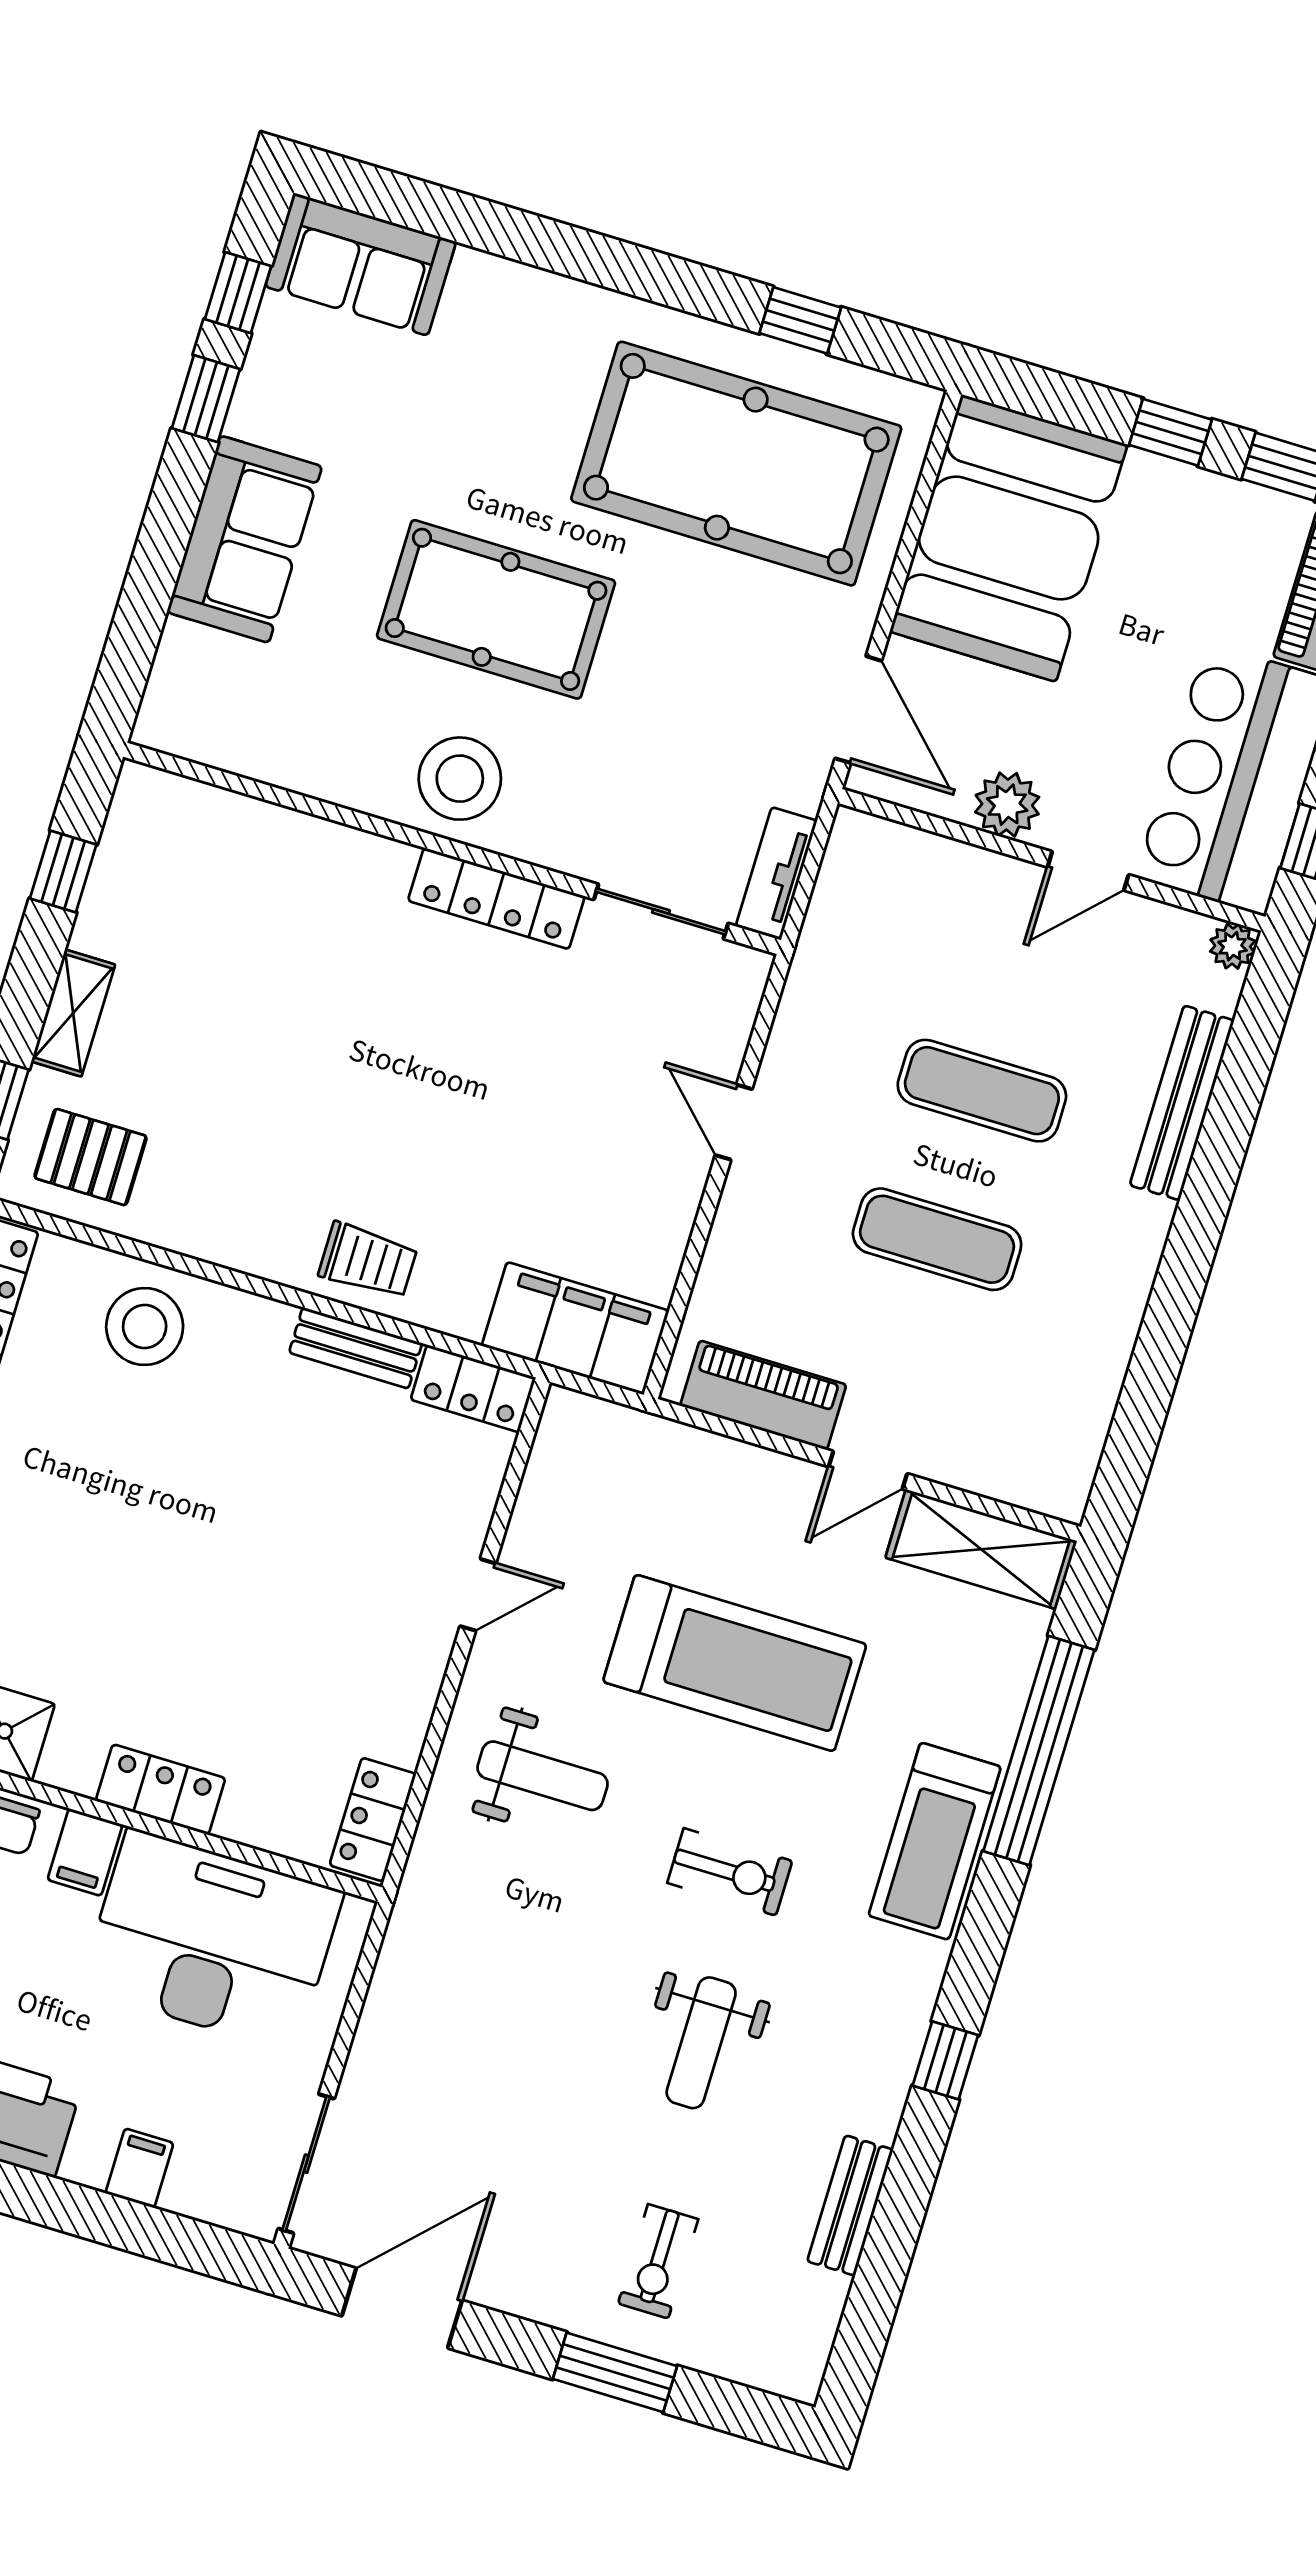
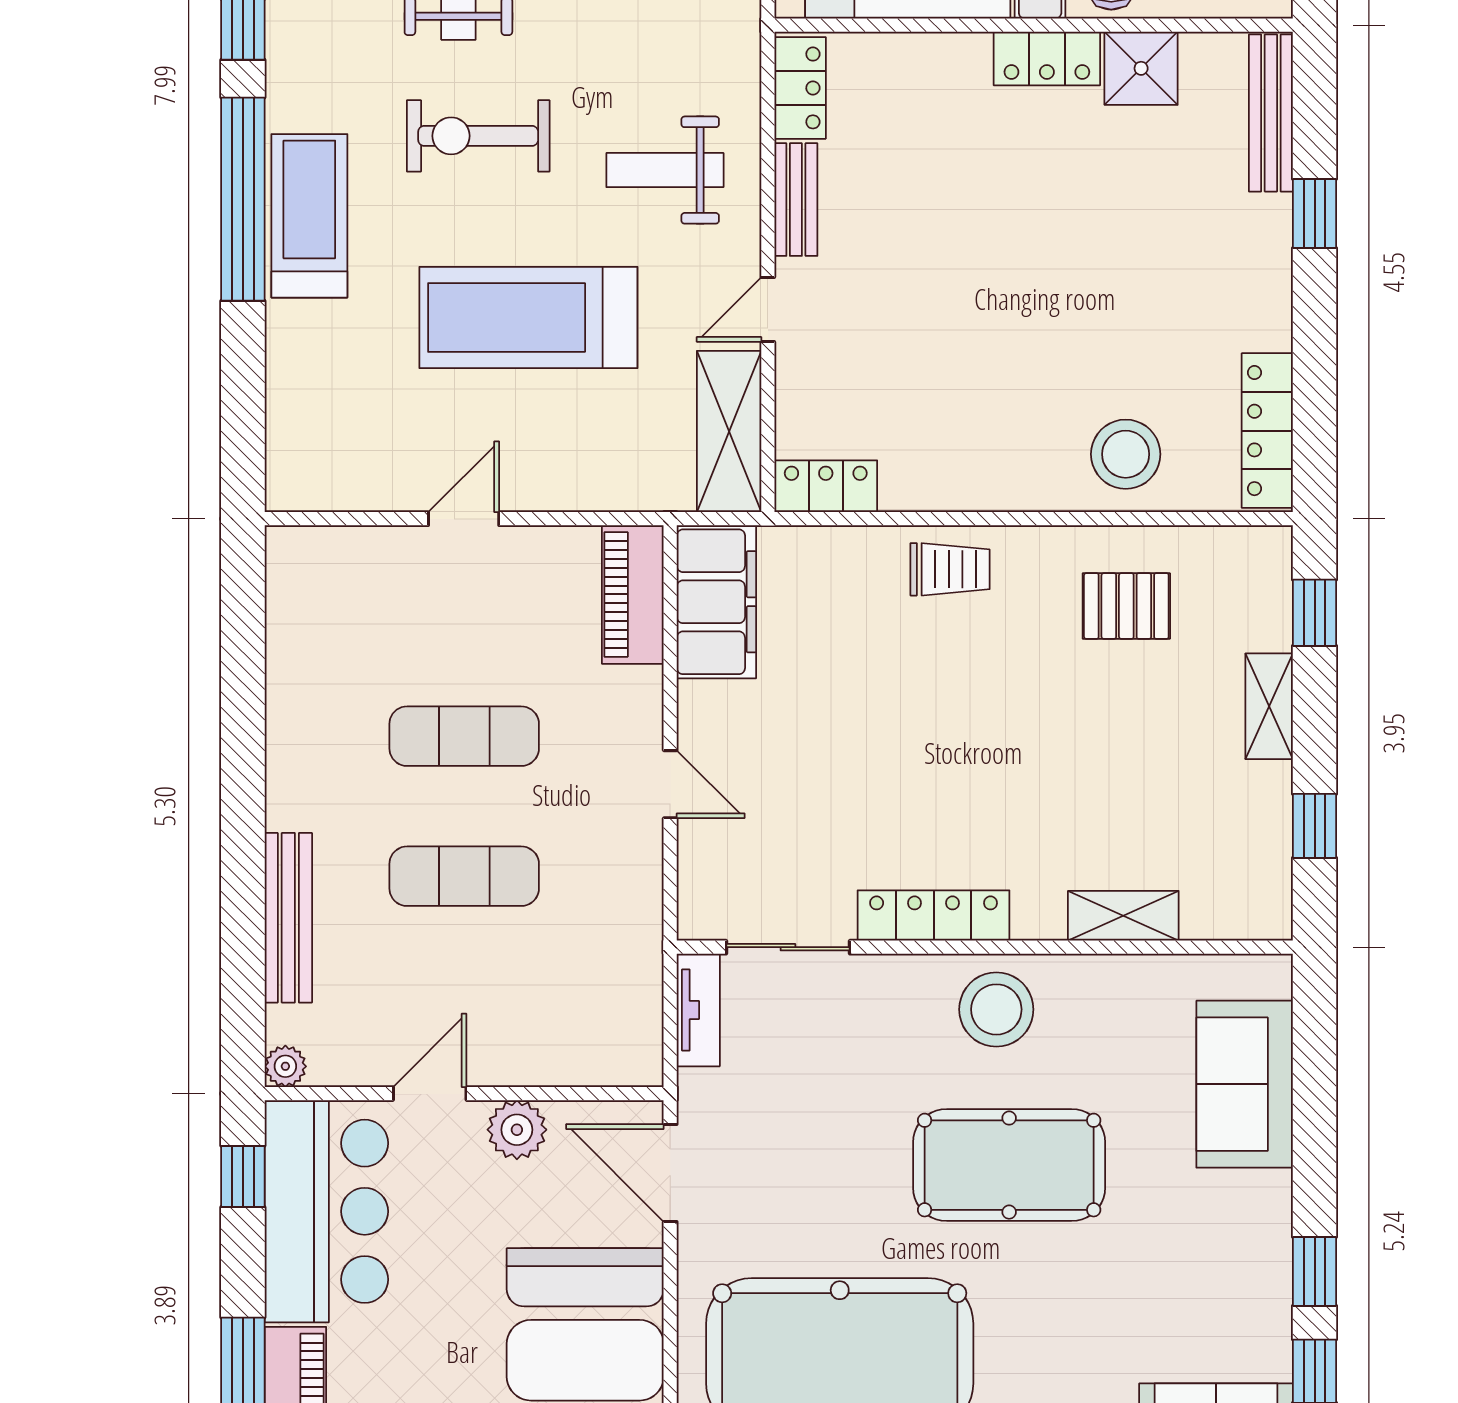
sofa: (245, 539) -> (1245, 1084), moved
shelving: (295, 837) -> (1123, 916), added
pallet: (91, 1157) -> (1126, 606), moved
trolley: (368, 1261) -> (950, 569), turned 180
filing cabinet: (575, 1328) -> (716, 602), moved, turned -90
bench: (356, 1348) -> (796, 200), moved, turned 90
piano: (763, 1395) -> (633, 594), moved, turned 90
shelving: (981, 1549) -> (729, 432), moved, turned 90
window: (1039, 1750) -> (243, 199), moved
locker: (161, 1790) -> (1047, 59), moved
exercise bike: (730, 1872) -> (478, 136), width x1.38, depth x1.39

